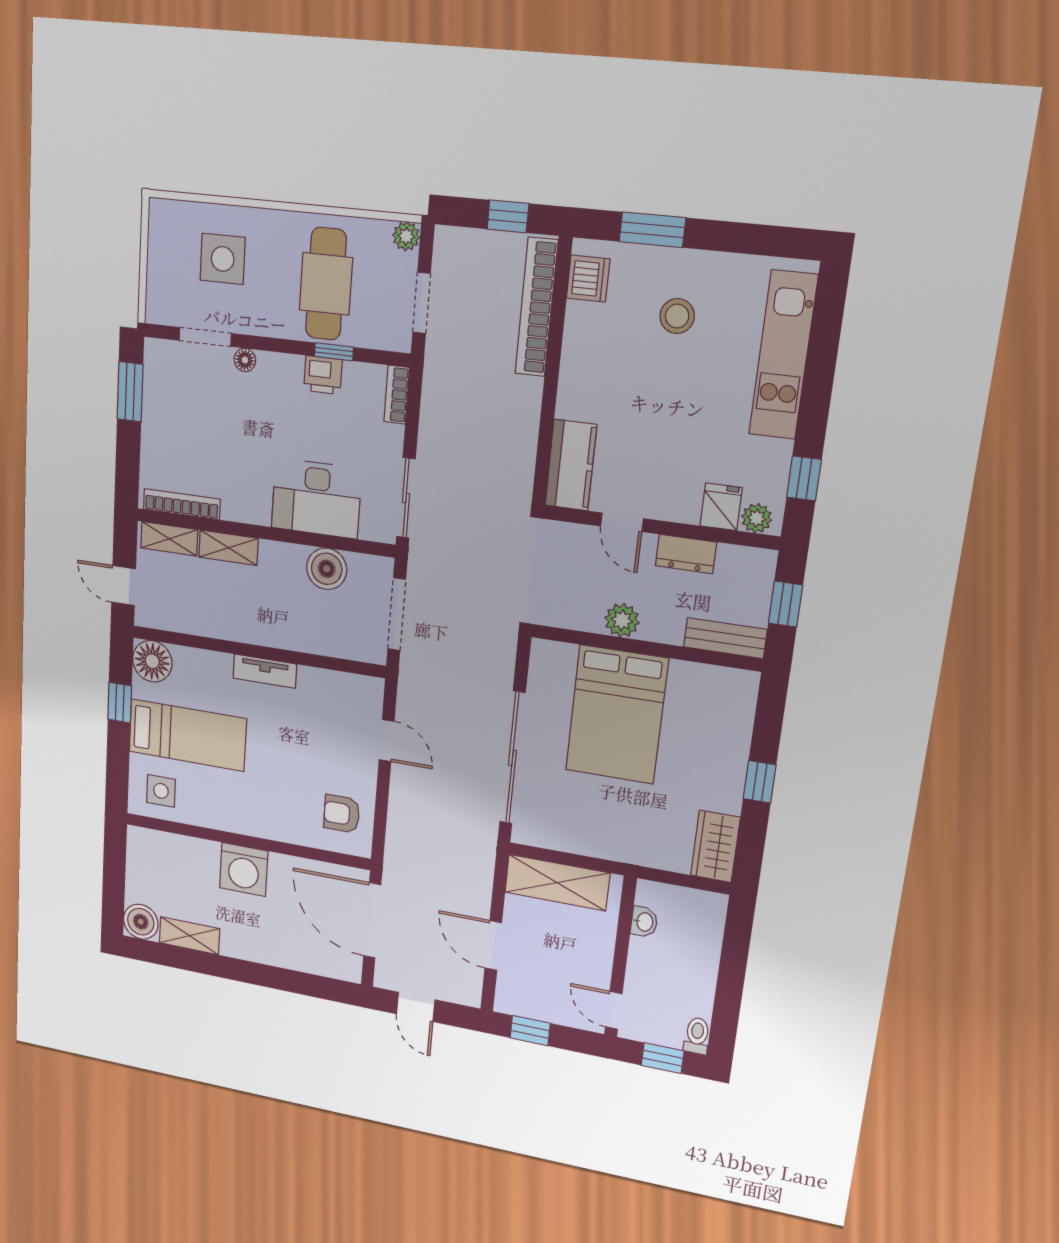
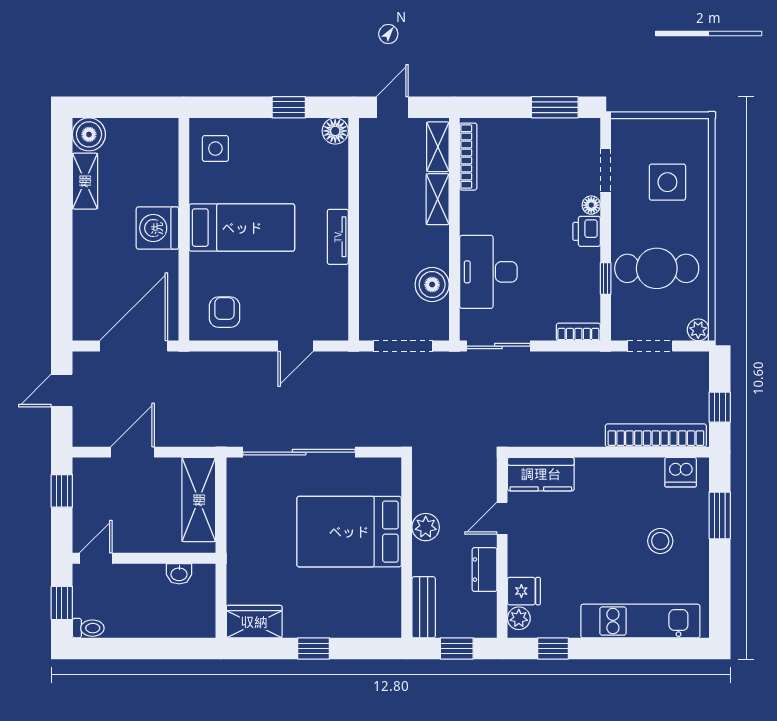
printer: (323, 375) -> (587, 231), moved
floor lamp: (152, 661) -> (335, 131), width x0.73, depth x0.73
bed: (187, 735) -> (242, 228), moved, turned -90

